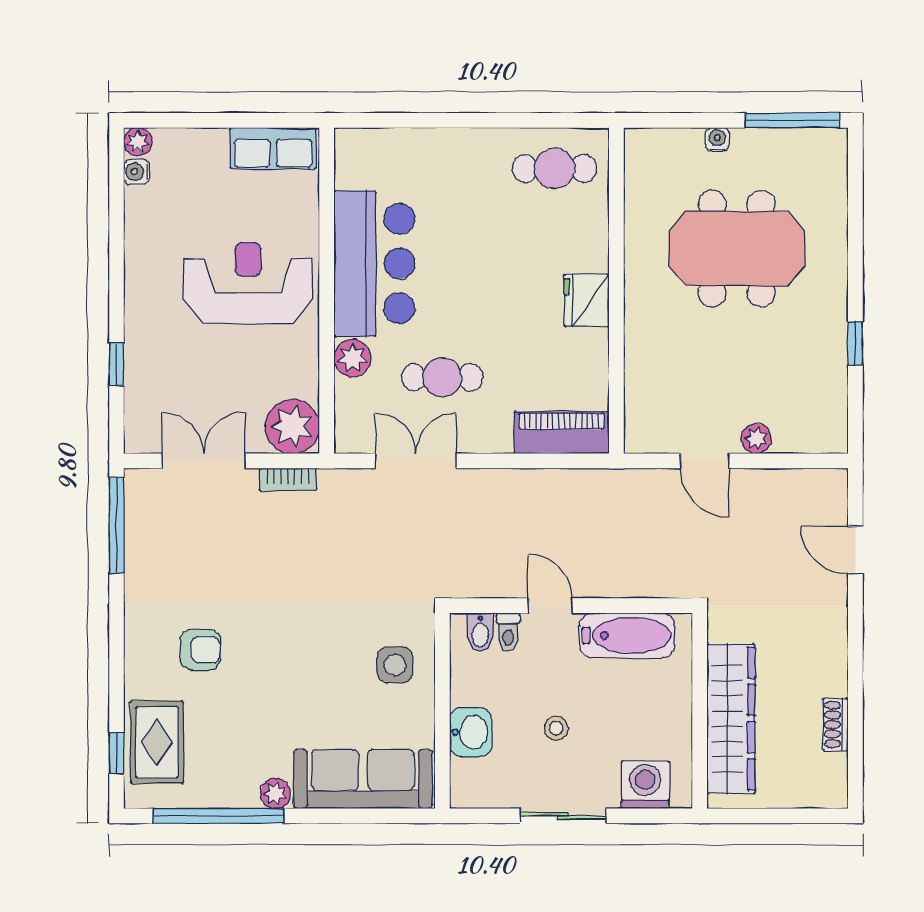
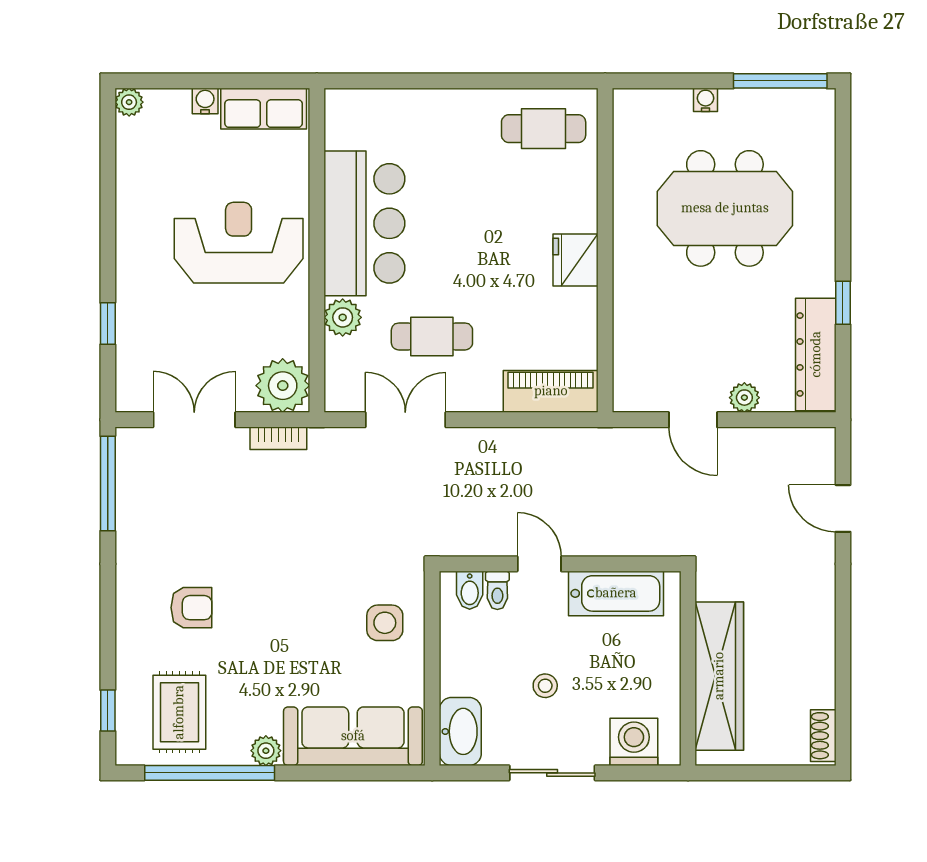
water cooler: (137, 172) -> (205, 101), moved, turned 90
dresser: (828, 395) -> (816, 354), added
shoe rack: (835, 724) -> (823, 736), moved
washbasin: (471, 732) -> (460, 731), moved, width x1.38
rug: (157, 742) -> (179, 712), moved

